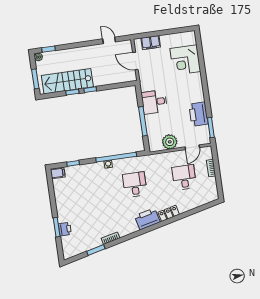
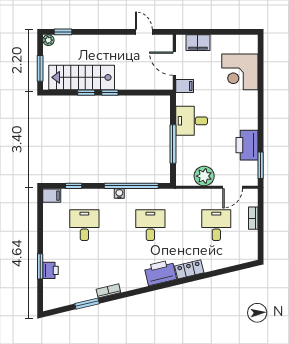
filing cabinet: (145, 77) -> (185, 86), added
desk: (85, 192) -> (84, 225), added

